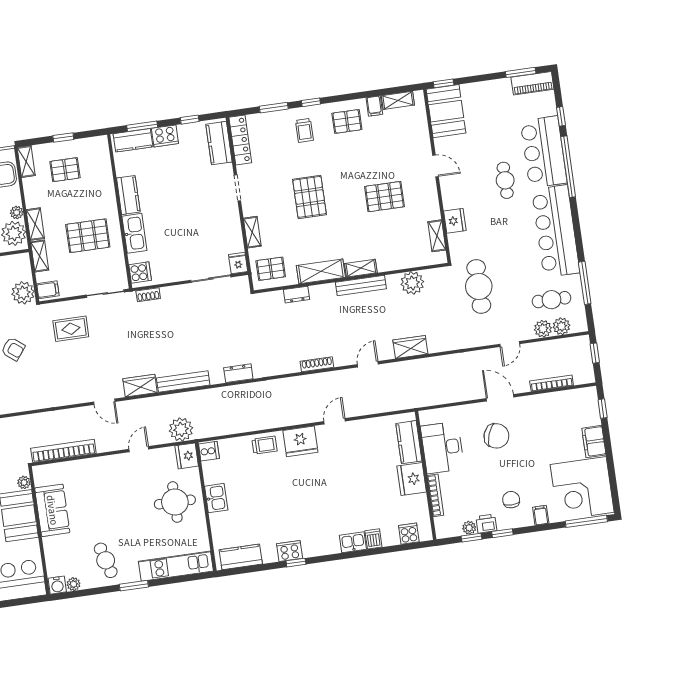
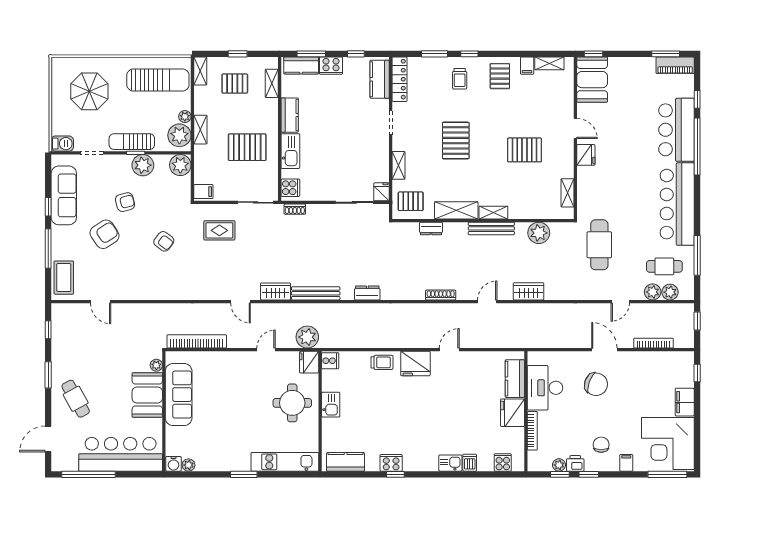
pallet: (347, 121) -> (500, 76), turned 90
cafe table: (505, 180) -> (637, 151), removed
fridge: (455, 221) -> (586, 155), moved
shelving: (40, 256) -> (272, 83), moved
plant: (23, 293) -> (180, 165), moved
sofa: (52, 510) -> (179, 395), width x1.36
cafe table: (106, 560) -> (221, 447), removed

